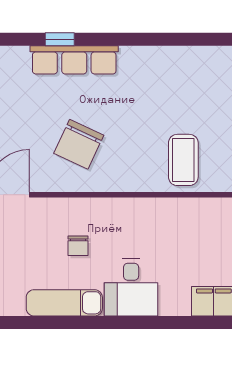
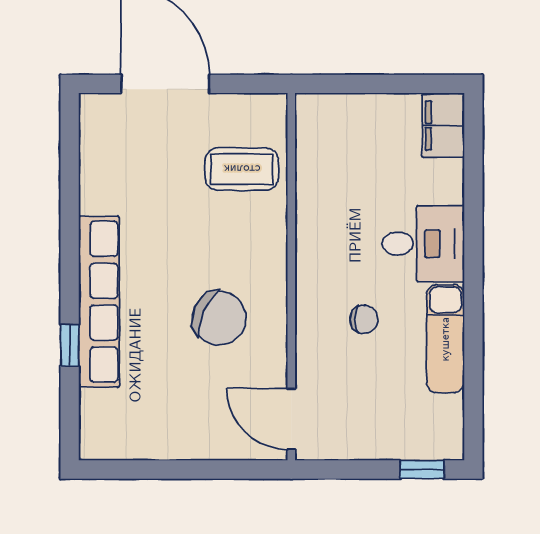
row of seats: (74, 60) -> (99, 302), width x1.36

